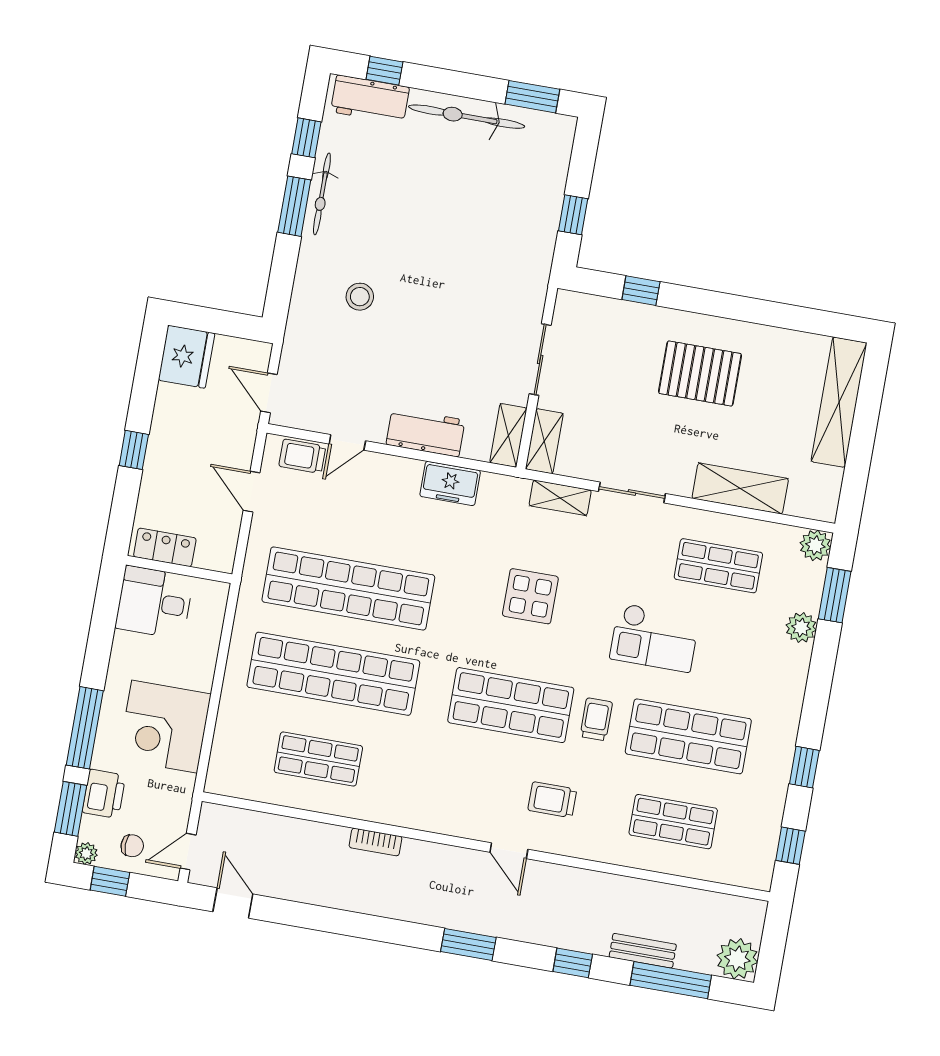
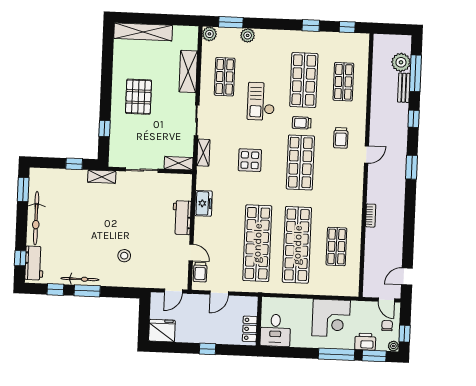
shelving: (508, 435) -> (102, 177), moved
checkout: (654, 638) -> (261, 101), turned 180
plant: (737, 959) -> (401, 62), moved

